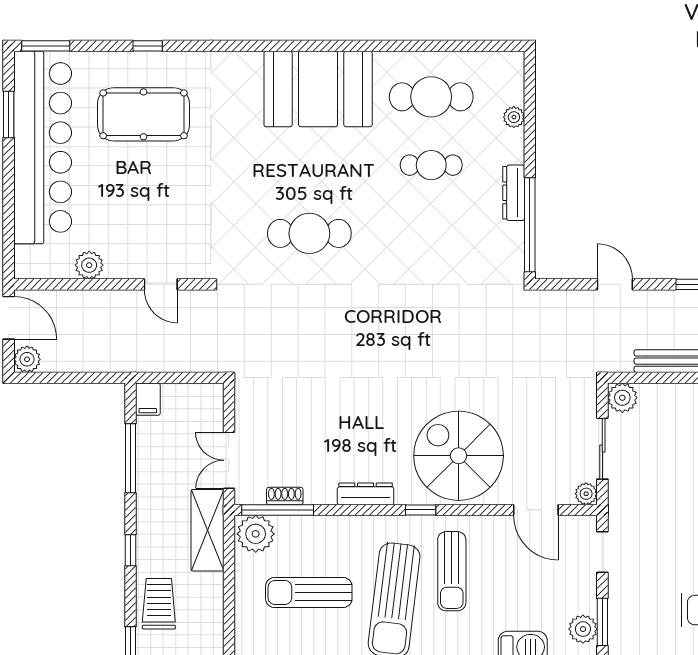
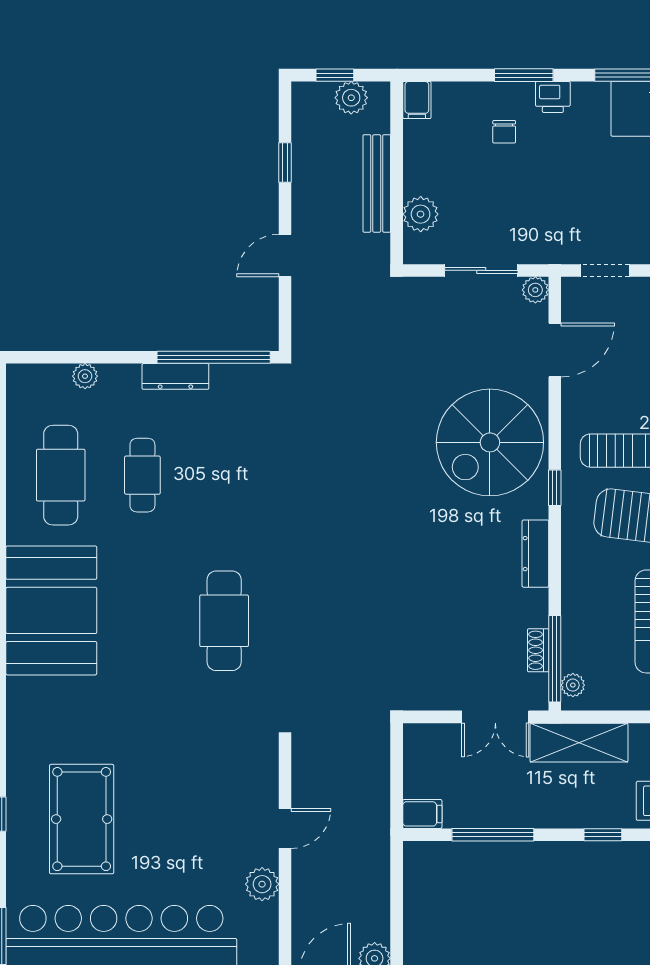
door: (161, 284) -> (285, 828), moved
plant: (622, 398) -> (421, 214), moved
plant: (256, 534) -> (573, 685), width x0.53, depth x0.53

